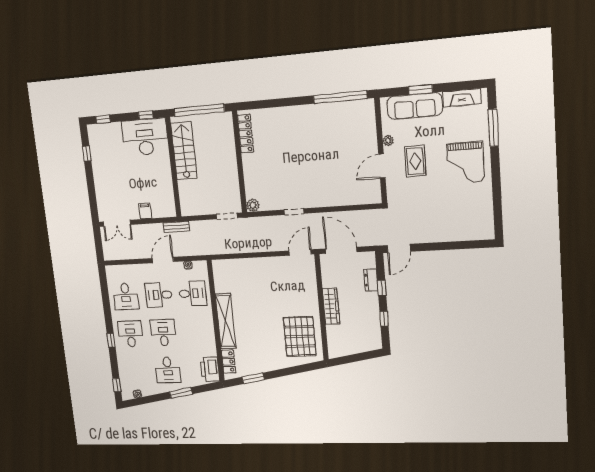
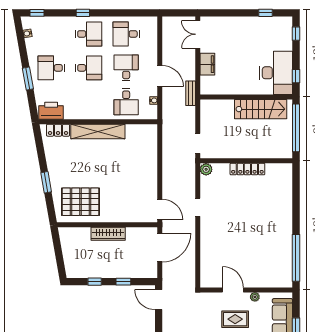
locker: (246, 133) -> (247, 169), moved
filing cabinet: (145, 211) -> (207, 64), width x2.00
dresser: (371, 280) -> (131, 272), removed
window: (253, 378) -> (46, 182), moved

